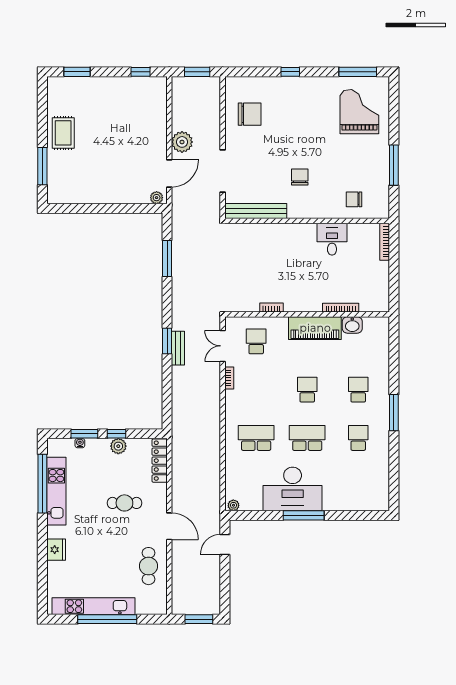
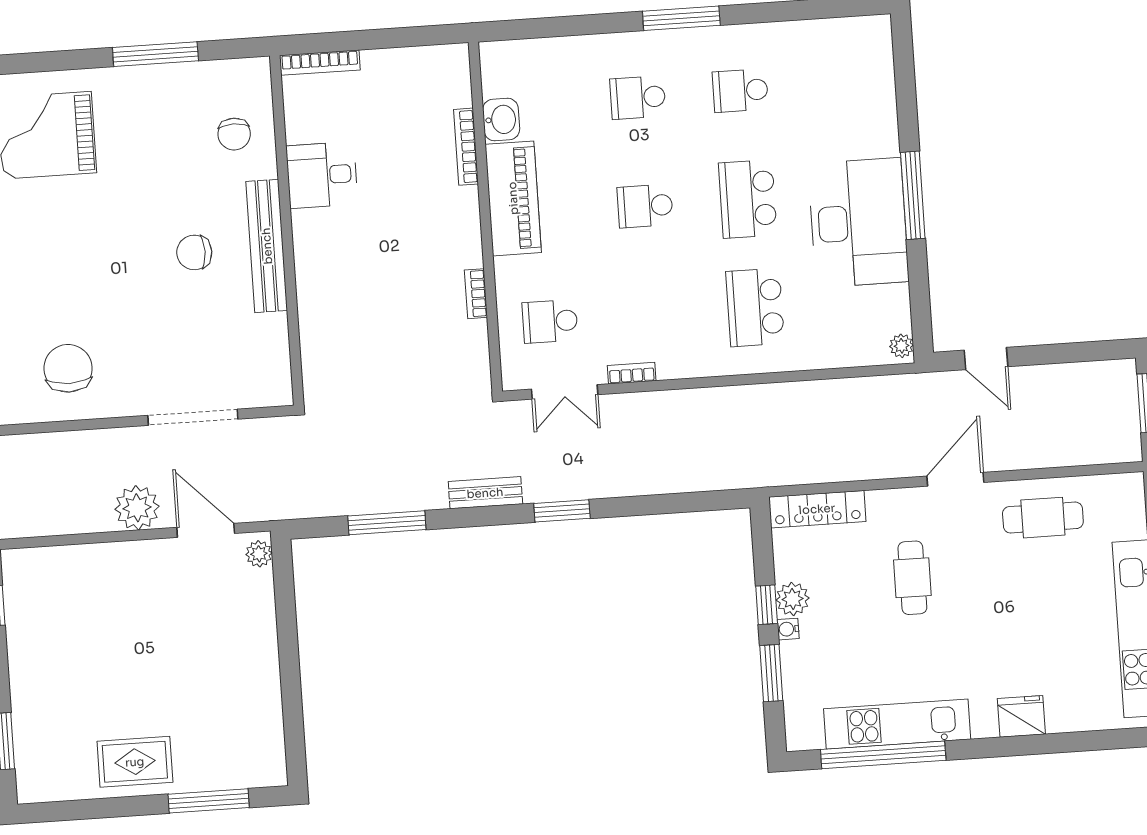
bench: (256, 211) -> (267, 246), moved
bench: (178, 348) -> (485, 493), moved
water cooler: (80, 443) -> (788, 629), moved

